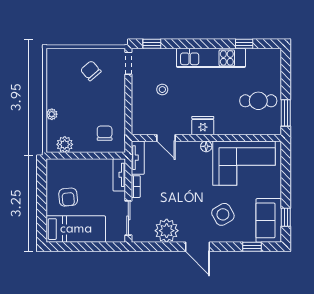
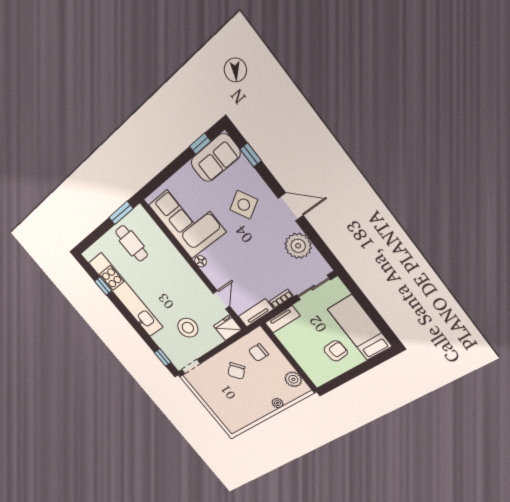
kitchen unit: (211, 58) -> (126, 295), width x1.36
chair: (91, 71) -> (236, 371), moved
stool: (162, 90) -> (188, 328), width x1.89, depth x1.89
fridge: (203, 126) -> (228, 328), moved, turned 90
door: (197, 247) -> (291, 207), hinge flipped

